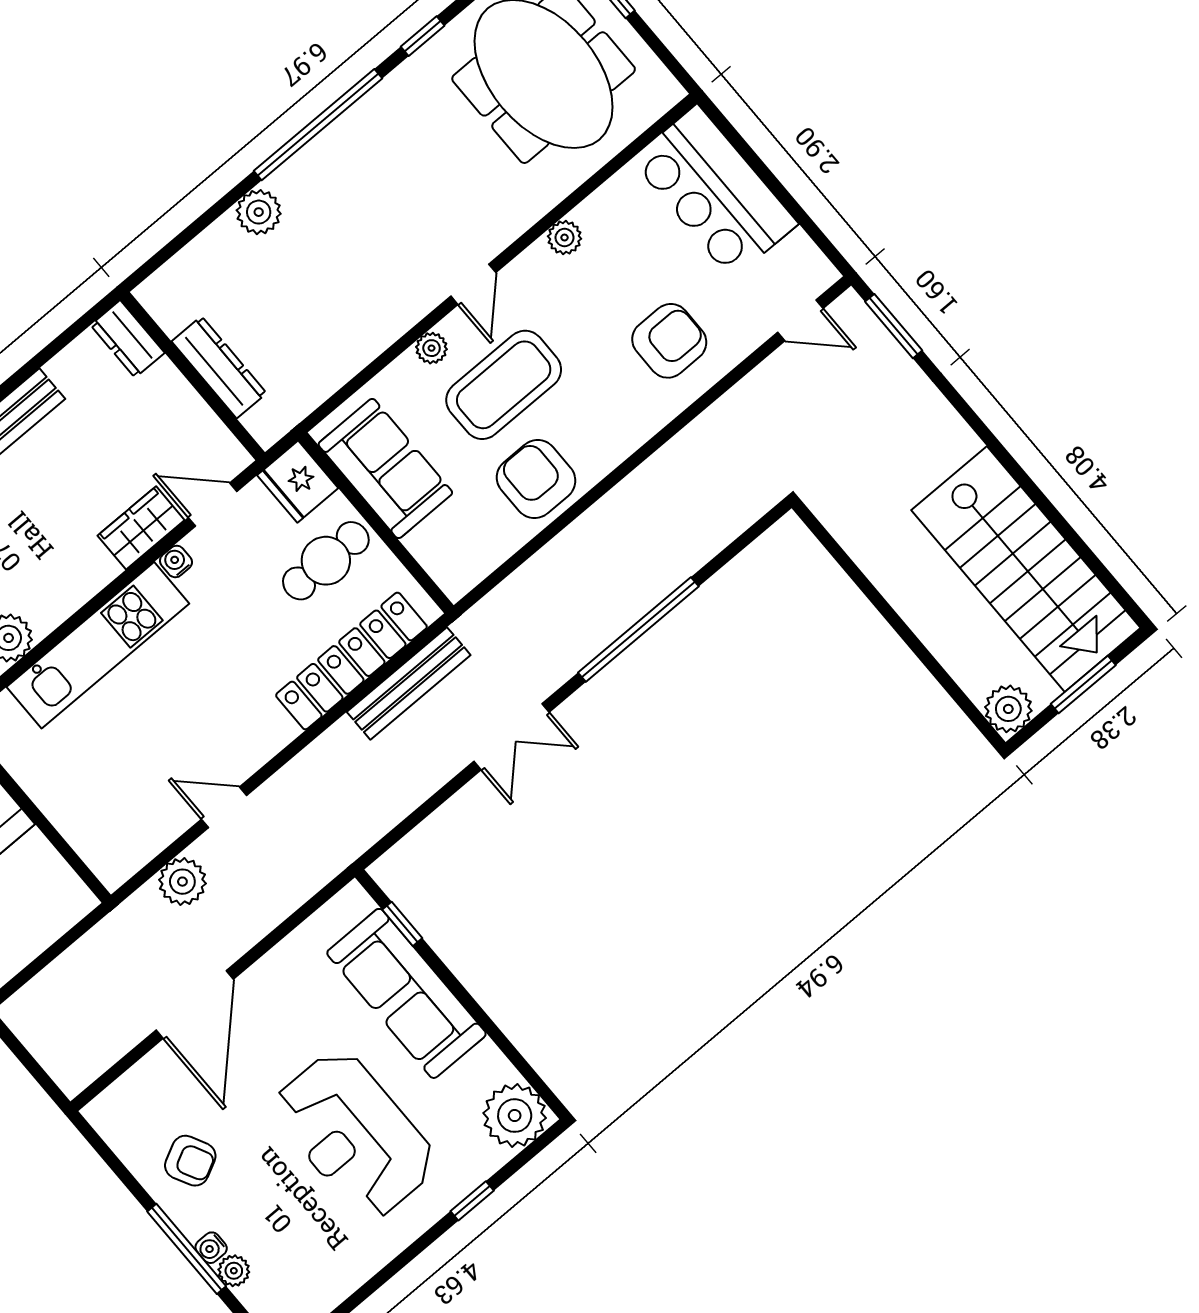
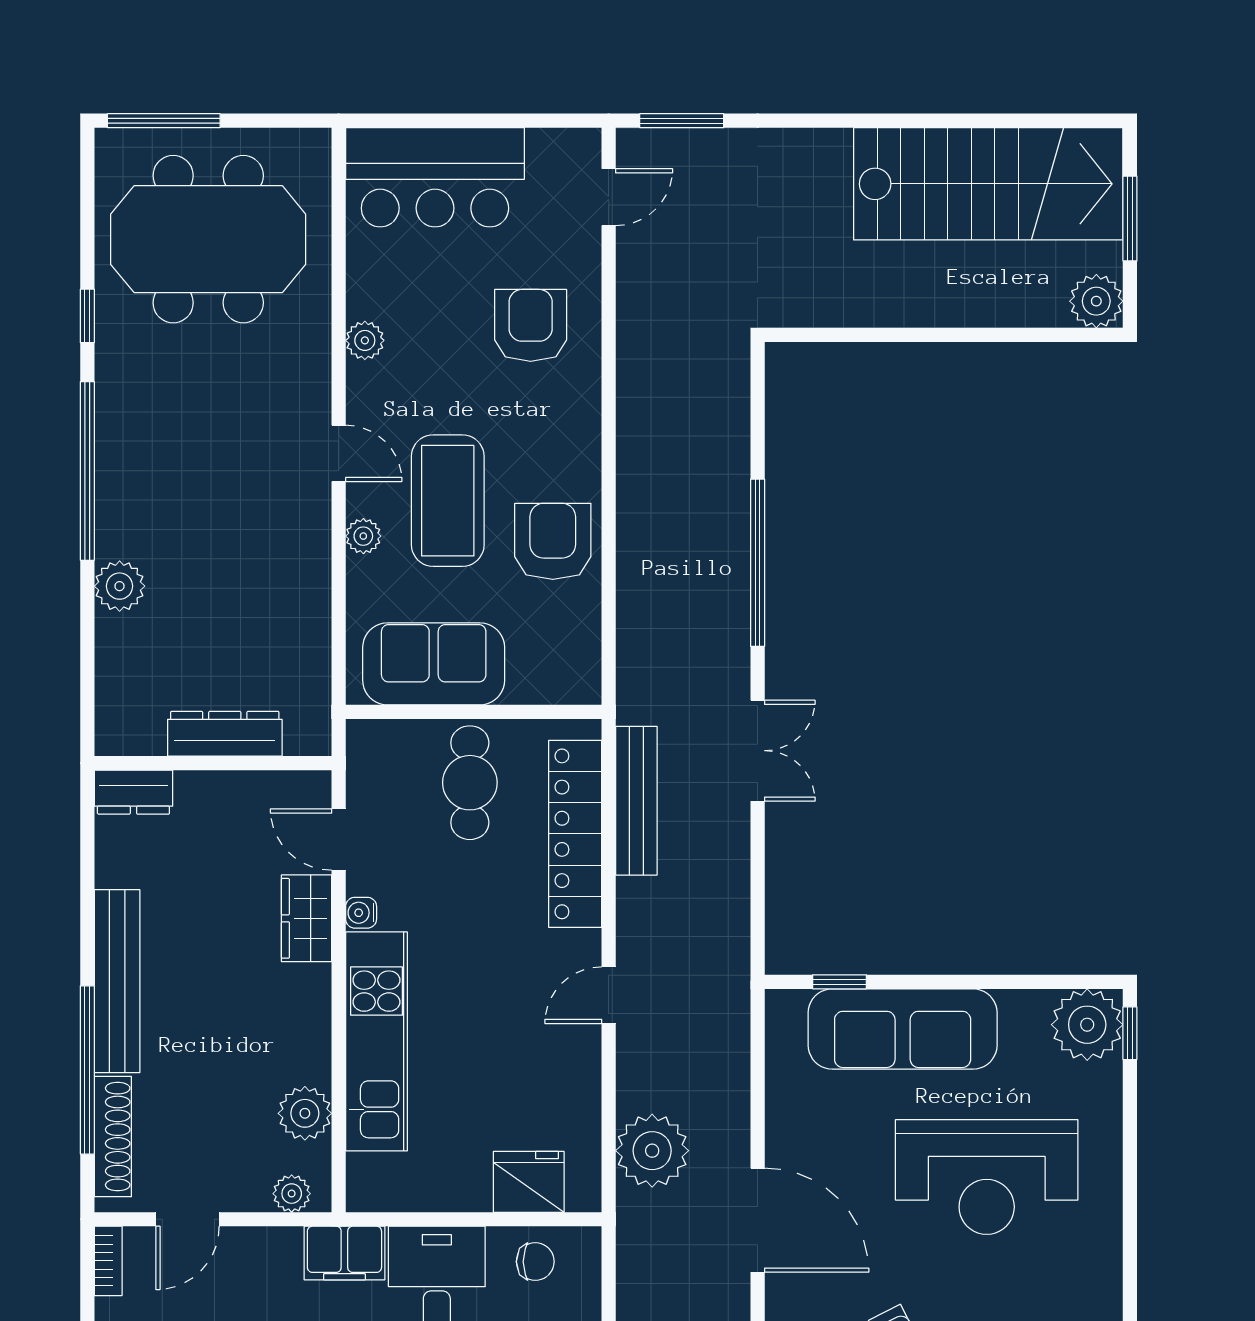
armchair: (536, 479) -> (553, 541), turned 90
fridge: (298, 482) -> (529, 1182), moved, turned 180
door: (213, 505) -> (339, 839), hinge flipped
door: (224, 807) -> (609, 995), moved
chair: (40, 878) -> (535, 1262), added
plant: (182, 882) -> (652, 1151), width x1.36, depth x1.36
window: (472, 1201) -> (1130, 1033), moved

